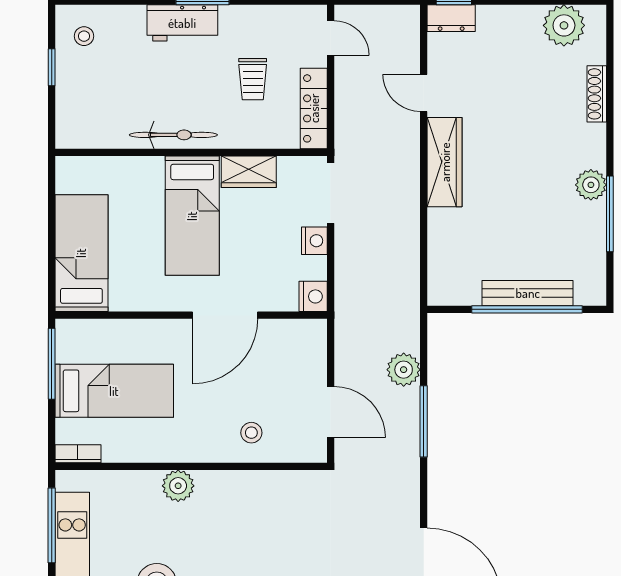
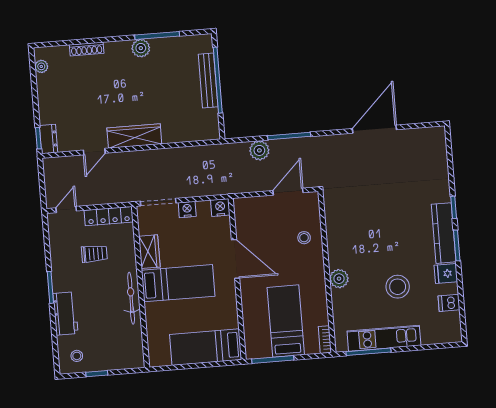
workbench: (182, 23) -> (65, 313), moved
plant: (564, 25) -> (41, 66), width x0.53, depth x0.53

